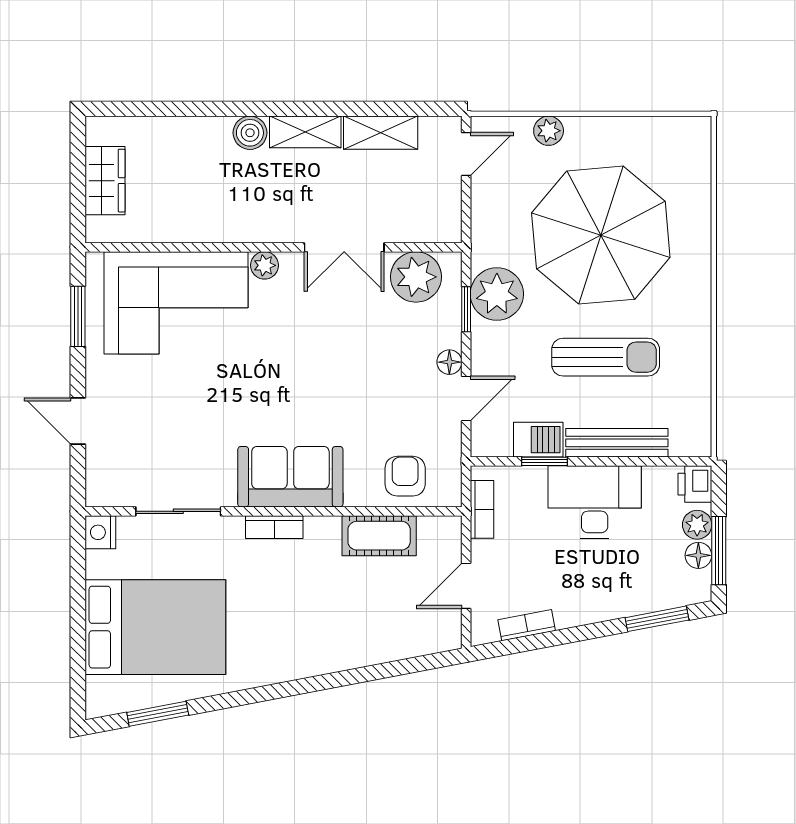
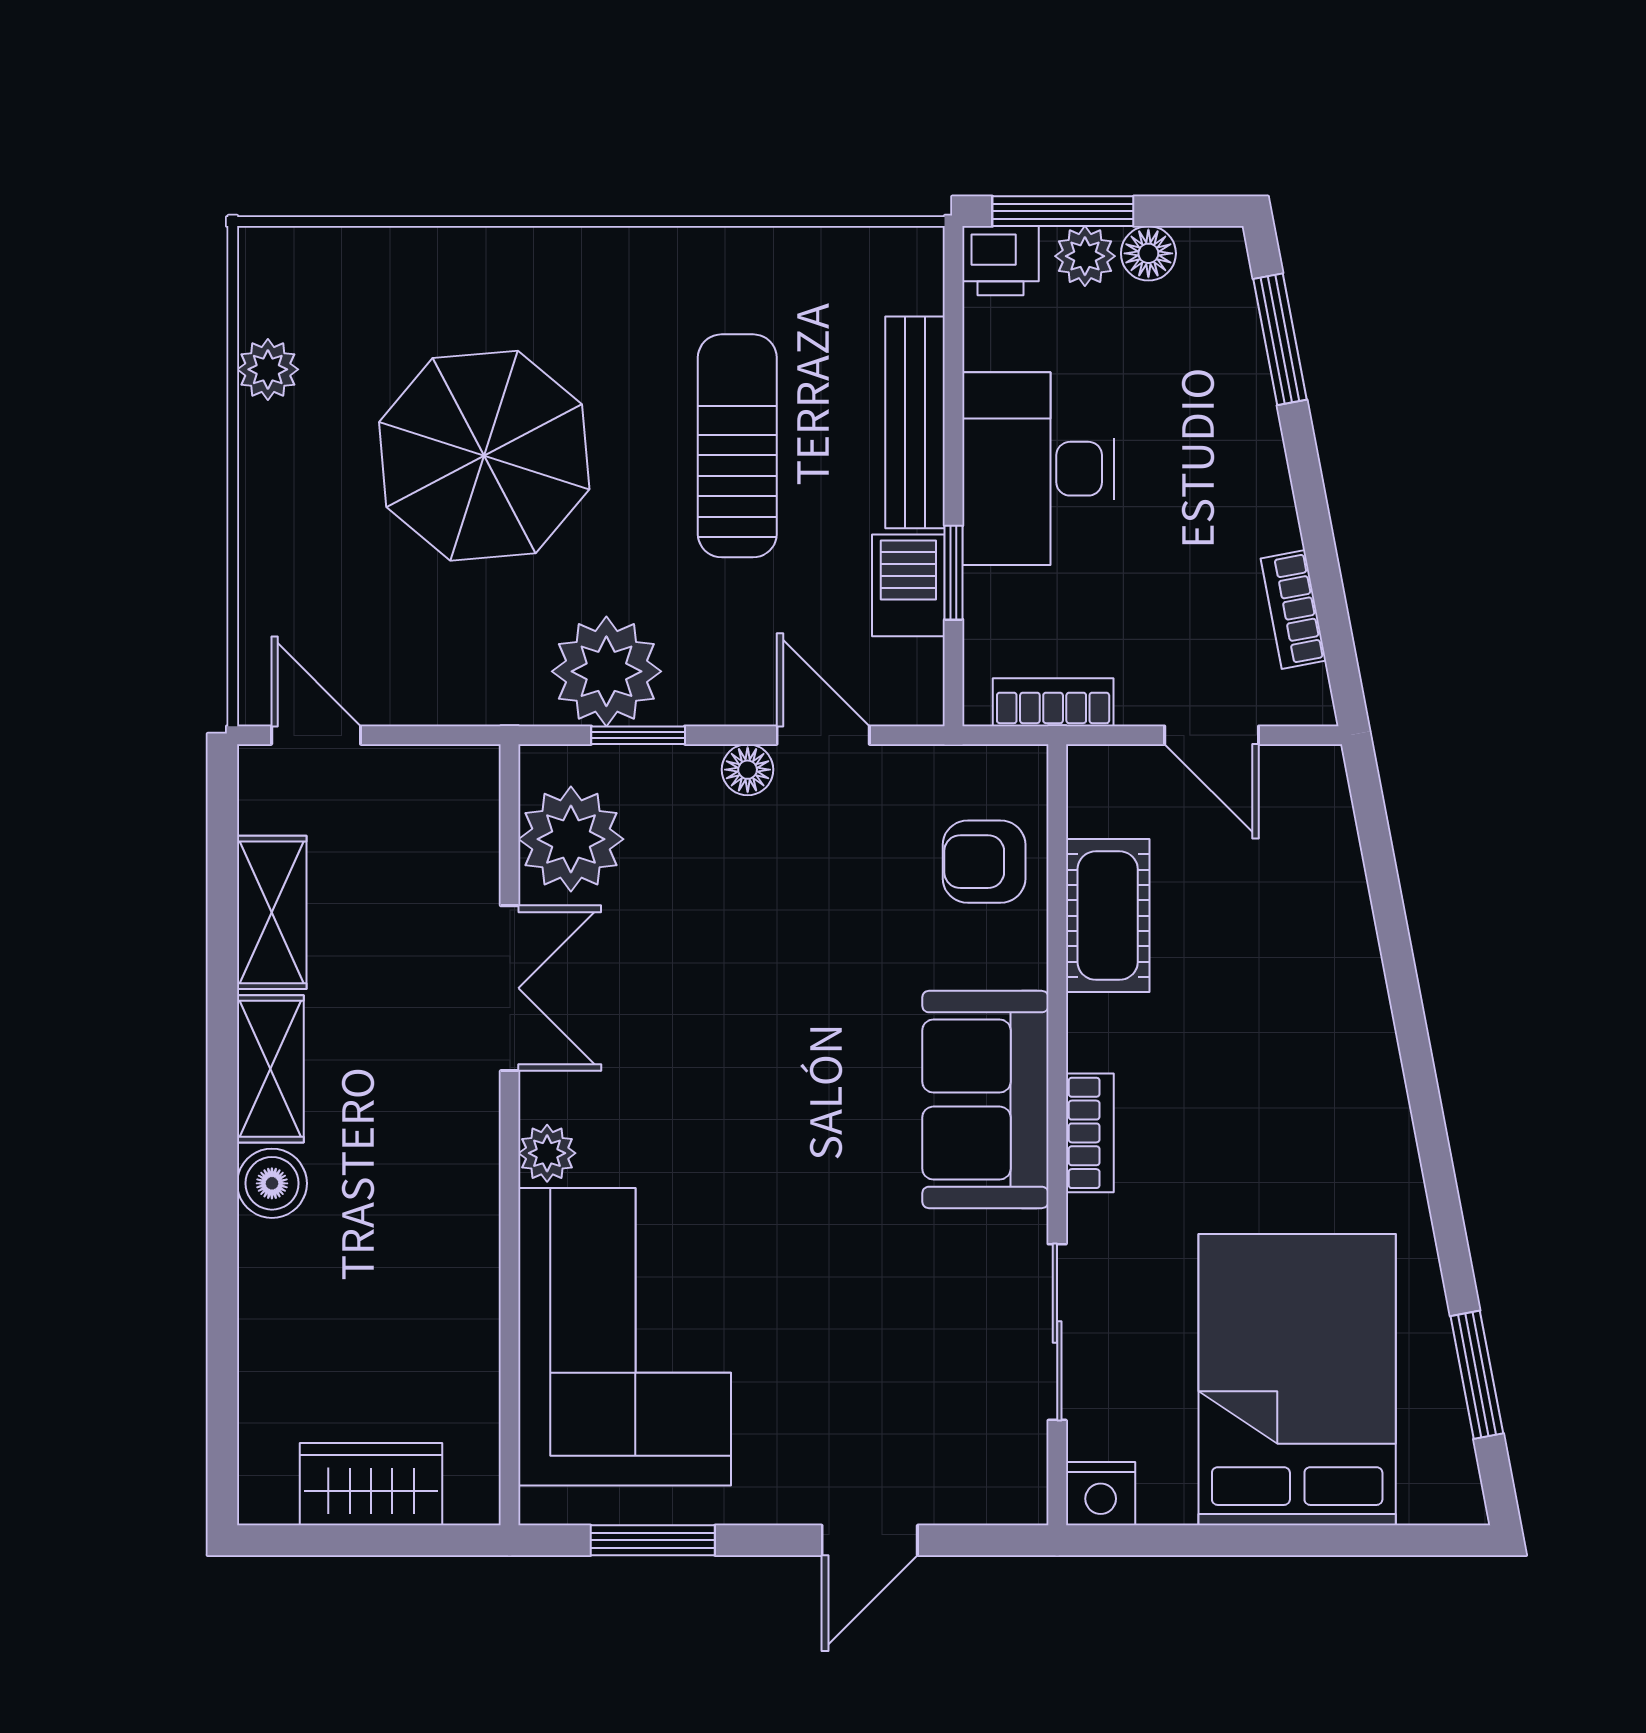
plant: (549, 131) -> (268, 369), moved
parasol: (601, 235) -> (484, 456), width x0.73, depth x0.73
window: (719, 551) -> (1063, 211), moved

